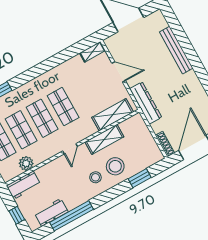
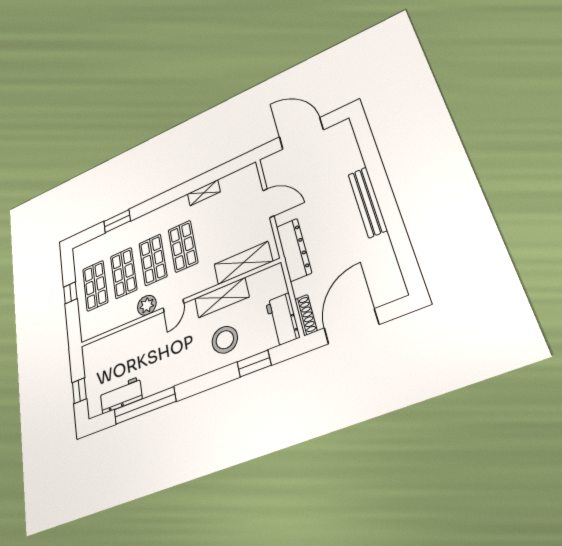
bench: (176, 50) -> (367, 202), moved
shelving: (92, 52) -> (204, 193), moved
plant: (26, 163) -> (147, 305), moved
stool: (95, 177) -> (193, 352), removed
workbench: (23, 185) -> (283, 319), moved, turned 90

